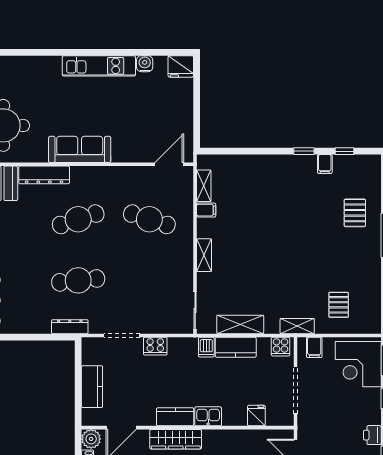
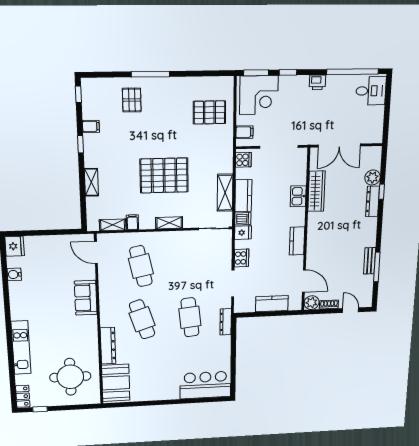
kitchen unit: (99, 66) -> (21, 348), moved
sofa: (80, 149) -> (86, 298), moved, width x0.73
window: (344, 151) -> (78, 94), moved
pallet: (355, 213) -> (132, 100), turned 90
cafe table: (149, 219) -> (141, 266), turned -30
pallet: (264, 250) -> (164, 175), added
pallet: (339, 305) -> (209, 112), width x1.50, depth x1.42
shelving: (297, 326) -> (91, 182), moved
kitchen sink: (208, 416) -> (298, 196), moved
fridge: (256, 416) -> (243, 233), moved, turned 180
wardrobe: (176, 439) -> (316, 191), moved

